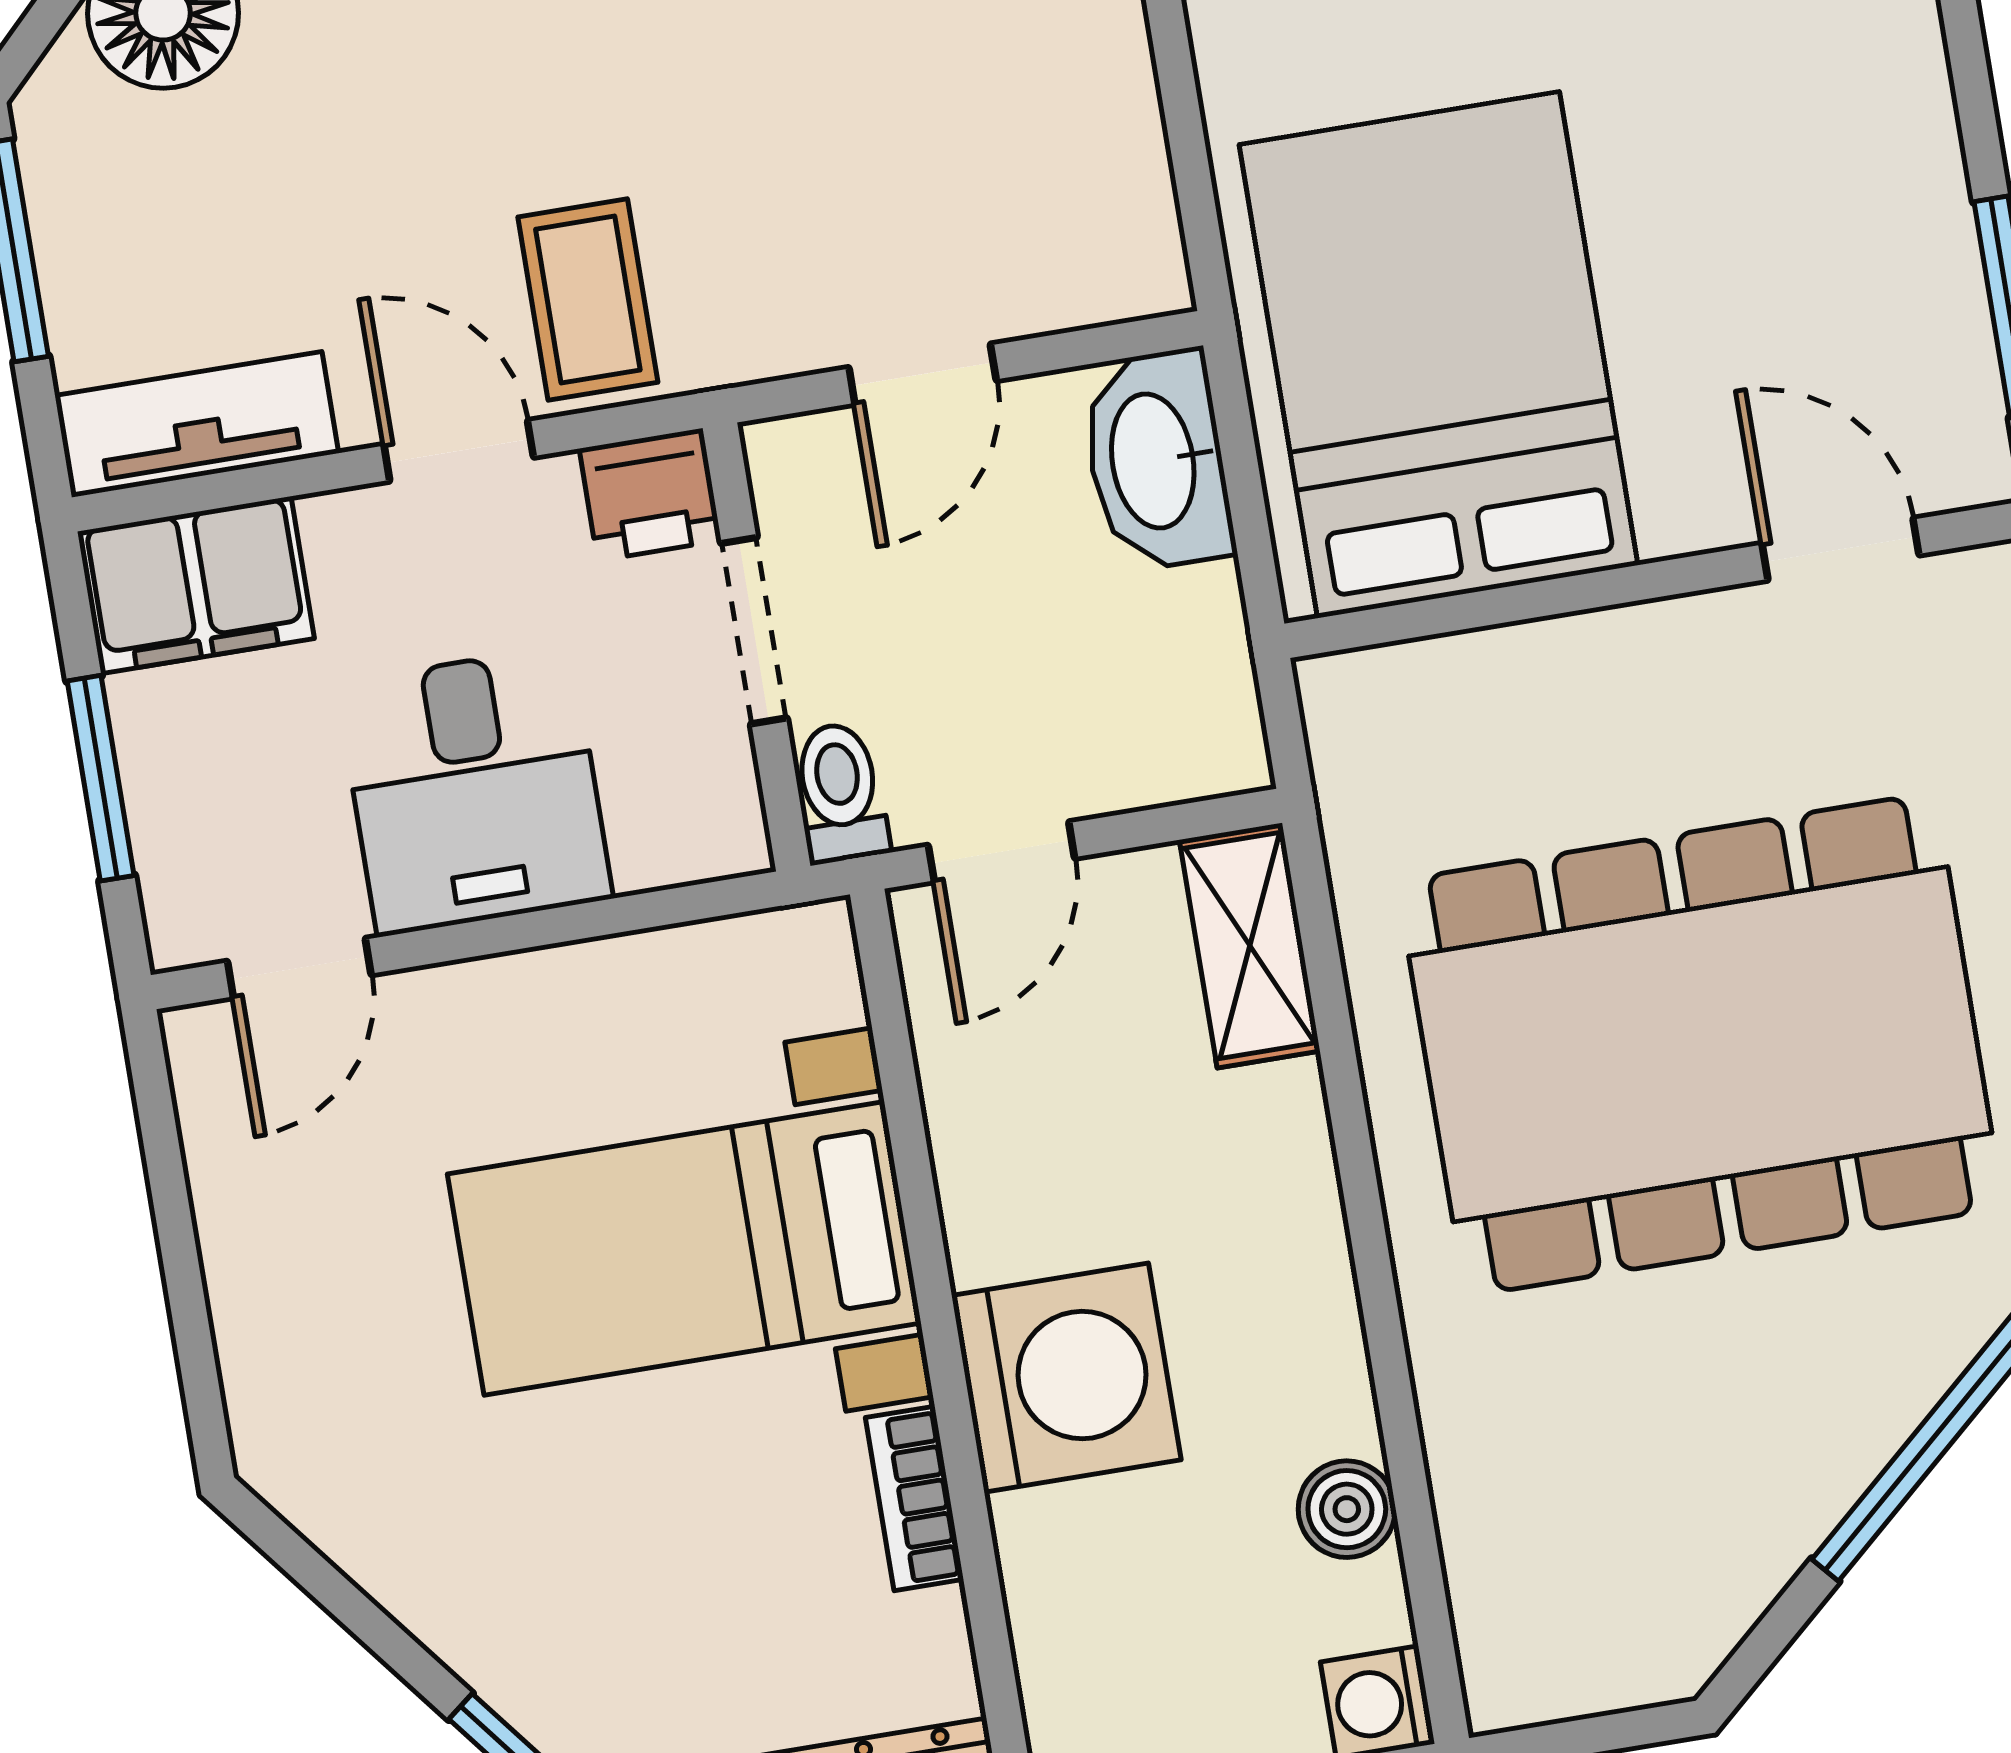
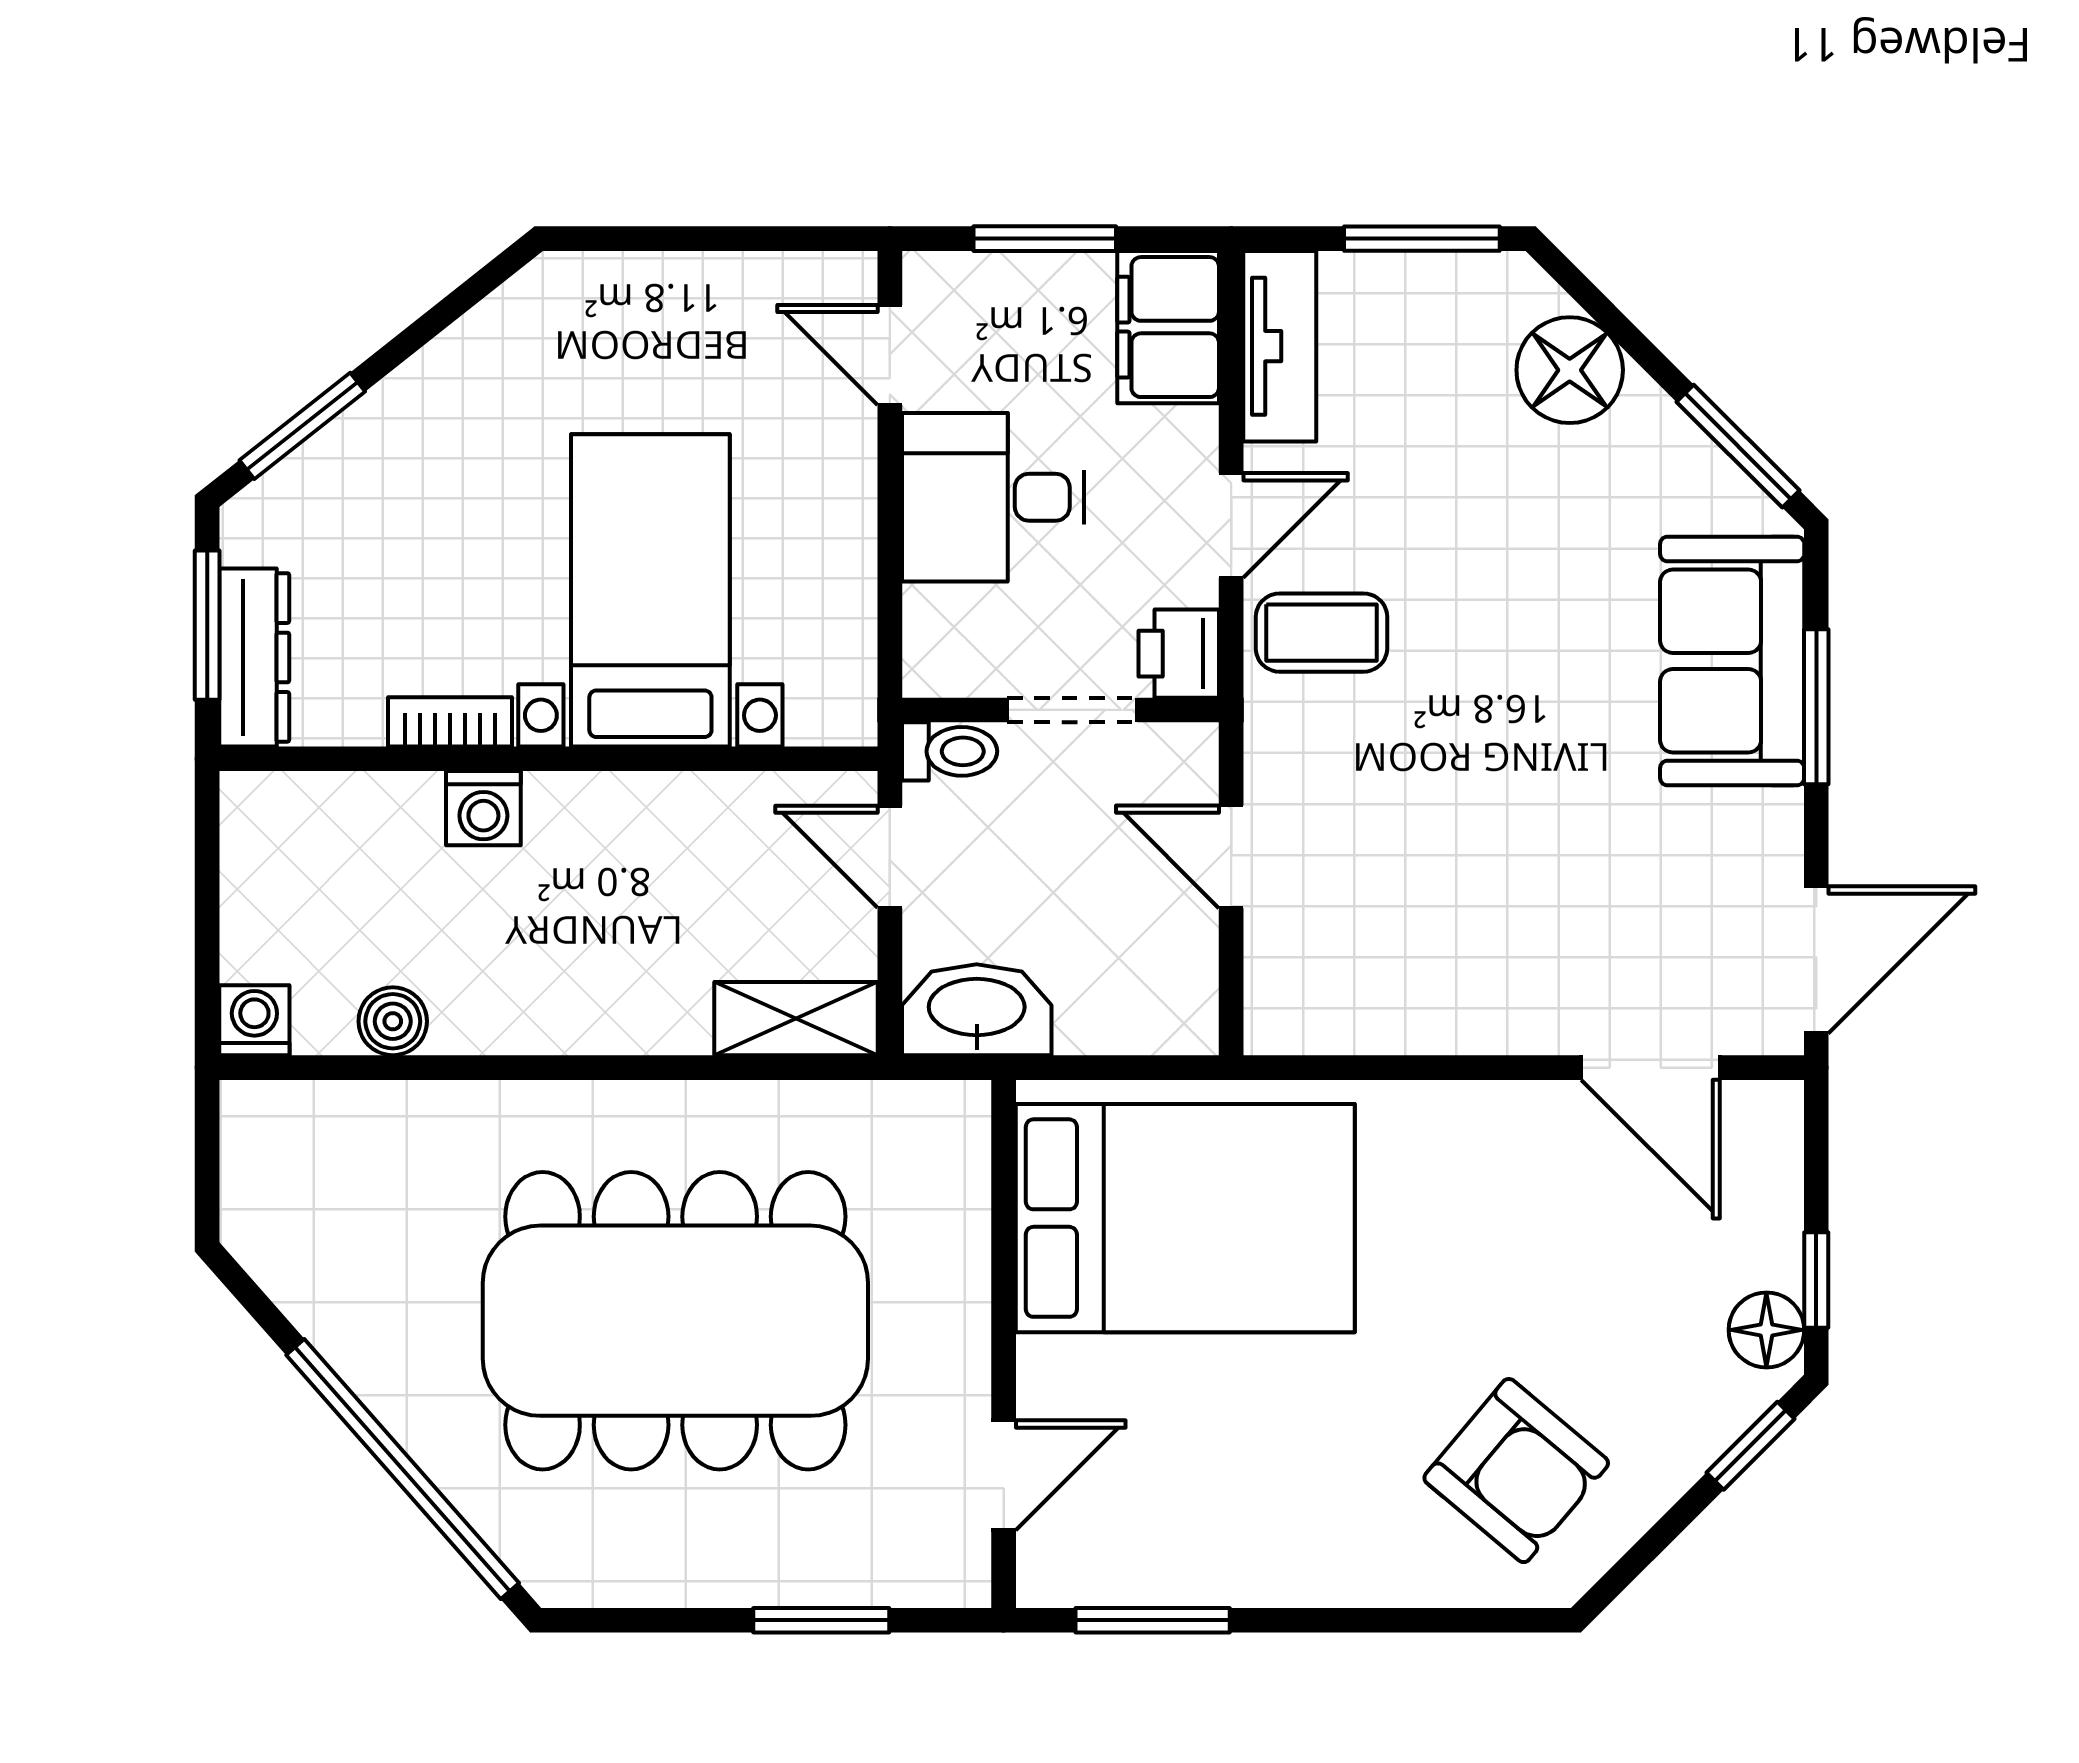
washbasin: (1157, 460) -> (977, 1010), moved
dining table: (1700, 1044) -> (675, 1321), turned 90
washing machine: (1066, 1378) -> (483, 808), width x0.53, depth x0.53

